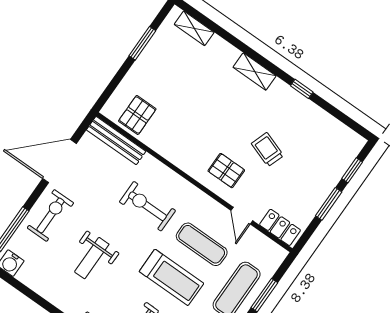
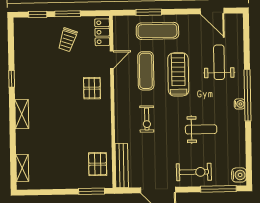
window: (142, 43) -> (92, 191), moved
pallet: (137, 115) -> (98, 164), turned 90
trolley: (267, 150) -> (67, 40), moved
exercise bike: (147, 206) -> (147, 119), width x0.73, depth x0.72
exercise bike: (50, 215) -> (194, 172), turned 180

